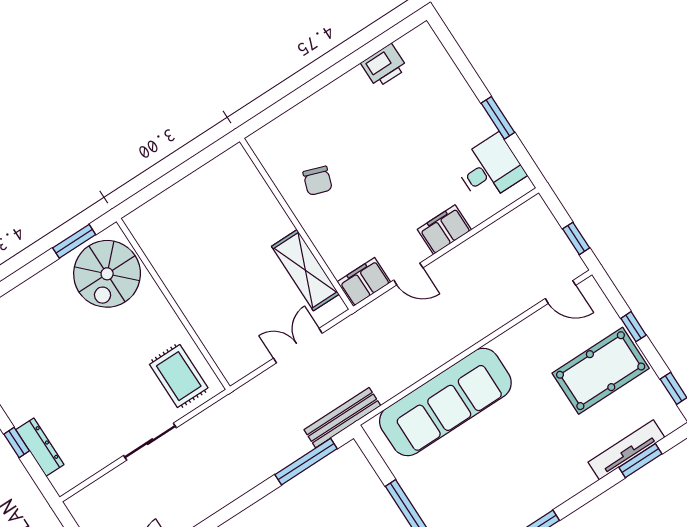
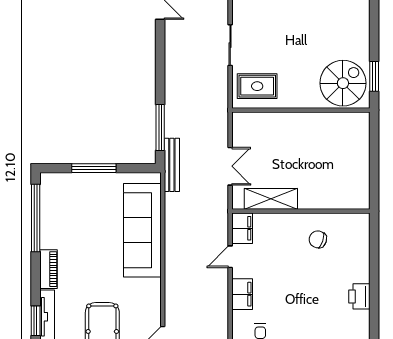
printer: (384, 66) -> (359, 296), moved
spiral stairs: (107, 274) -> (343, 83), turned 90
piano: (567, 486) -> (48, 269), added

